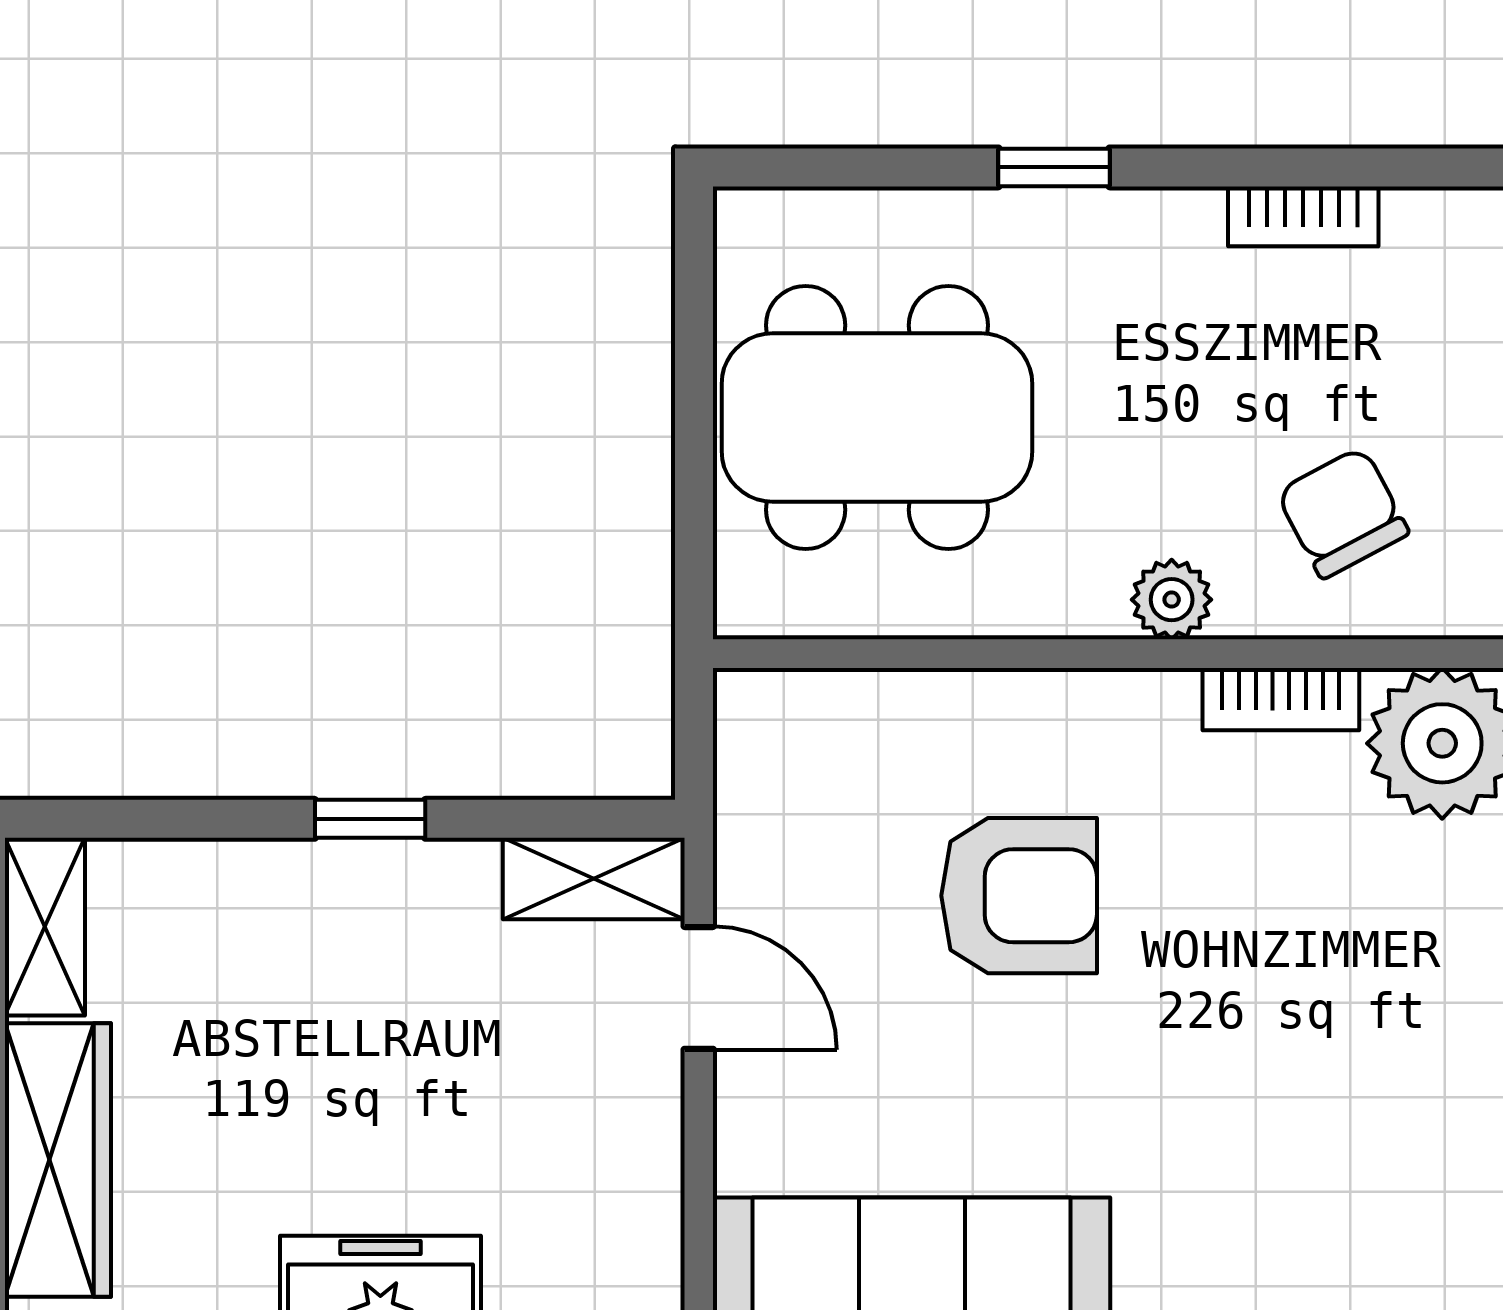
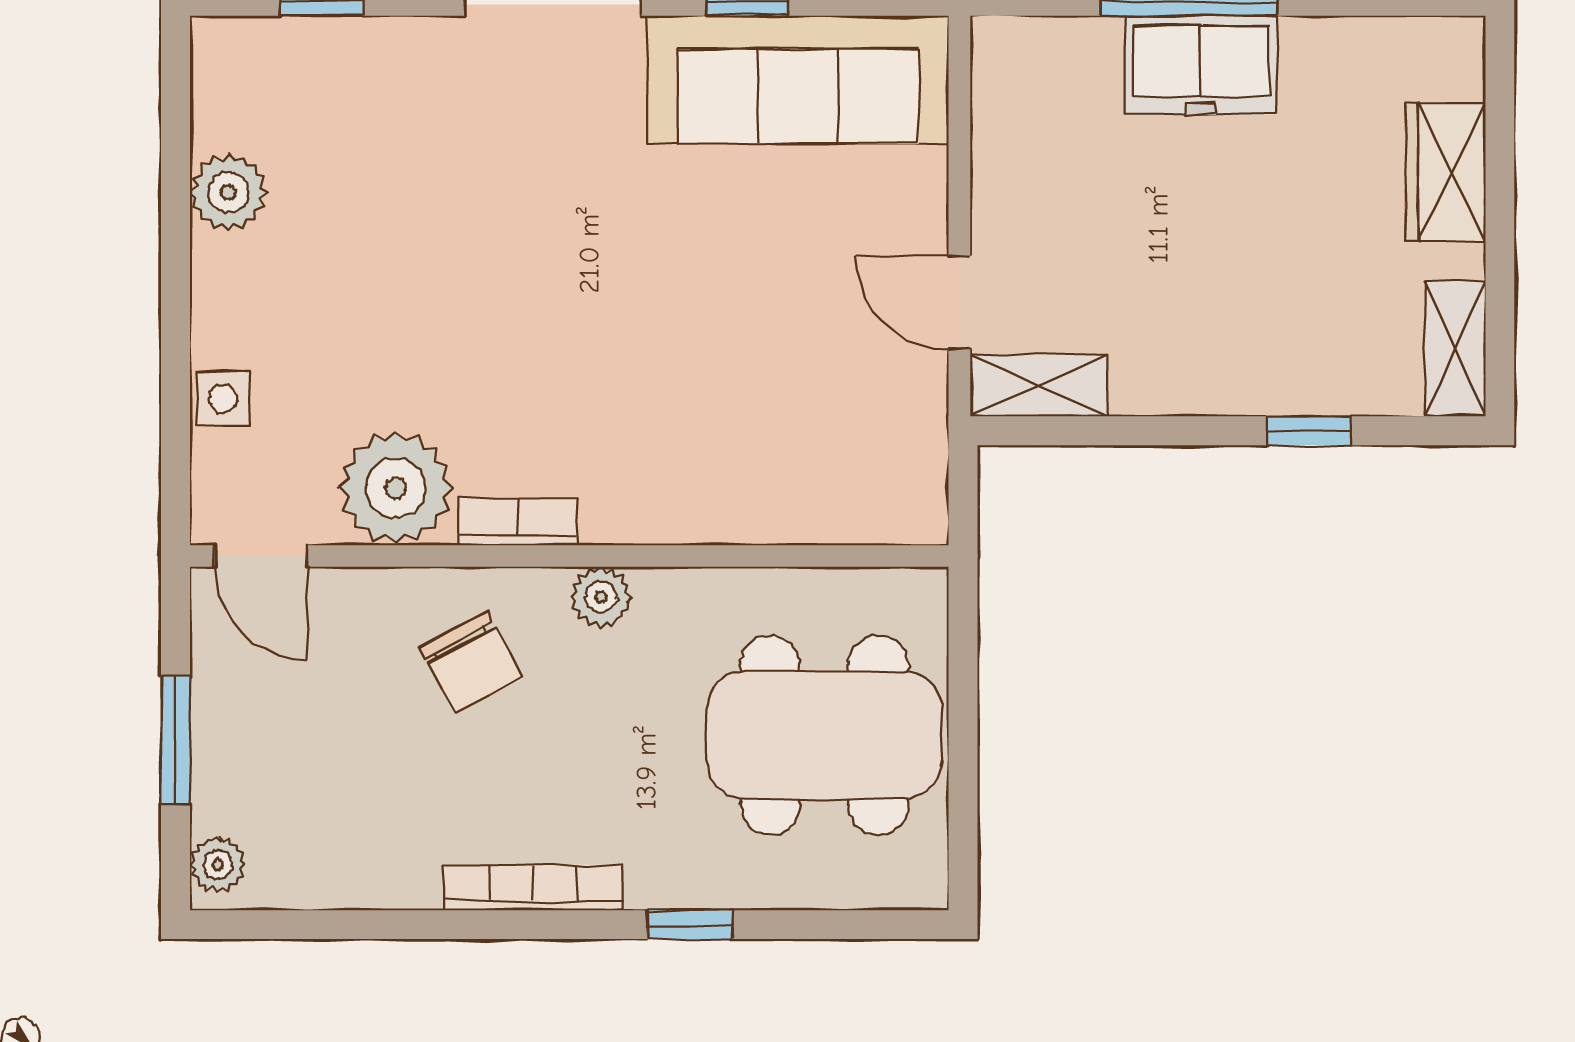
bookcase: (1303, 216) -> (533, 888), width x1.56
window: (370, 819) -> (1309, 431), moved
armchair: (1019, 896) -> (716, 372), removed
wardrobe: (58, 1160) -> (1445, 172), width x0.67

